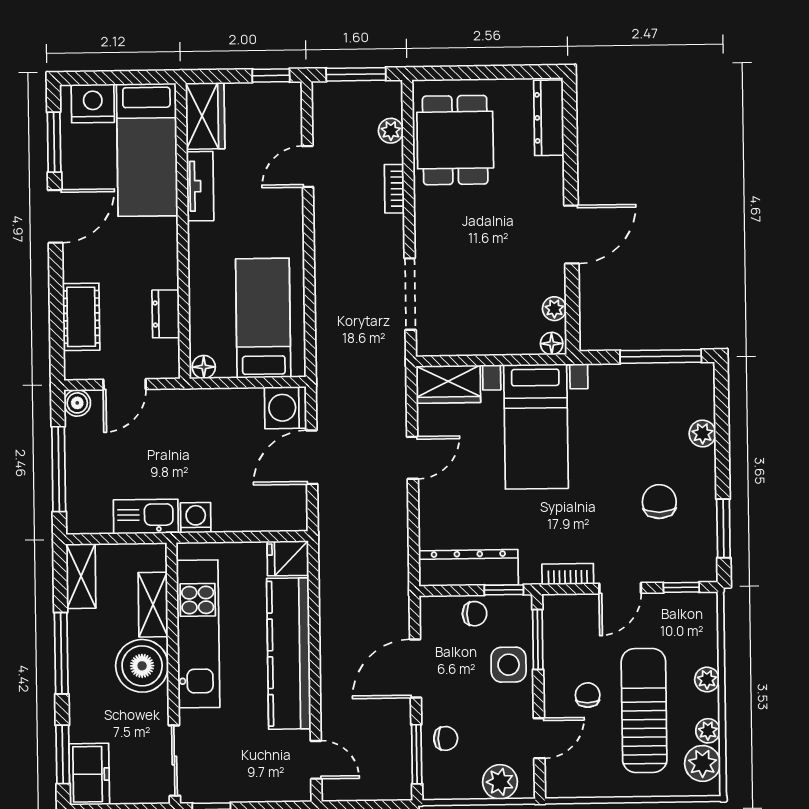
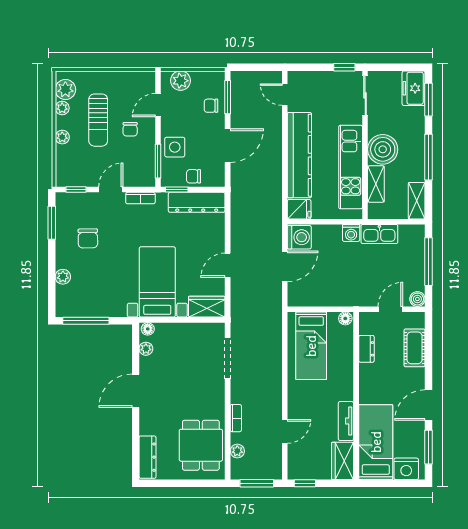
washing machine: (286, 408) -> (299, 237), moved
sun lounger: (644, 710) -> (98, 120), width x0.73, depth x0.75

